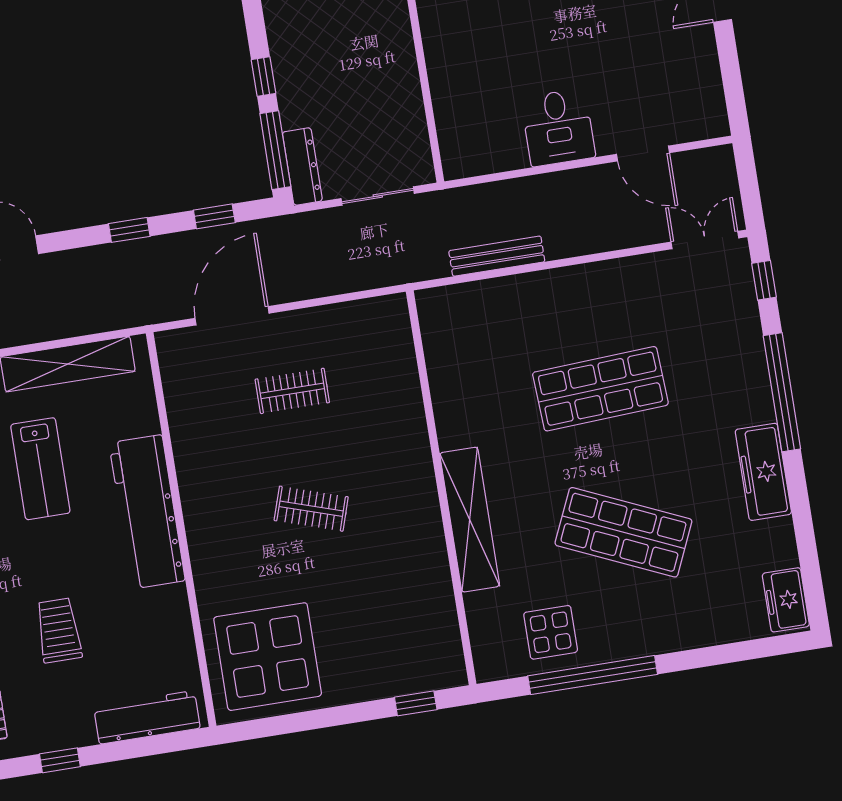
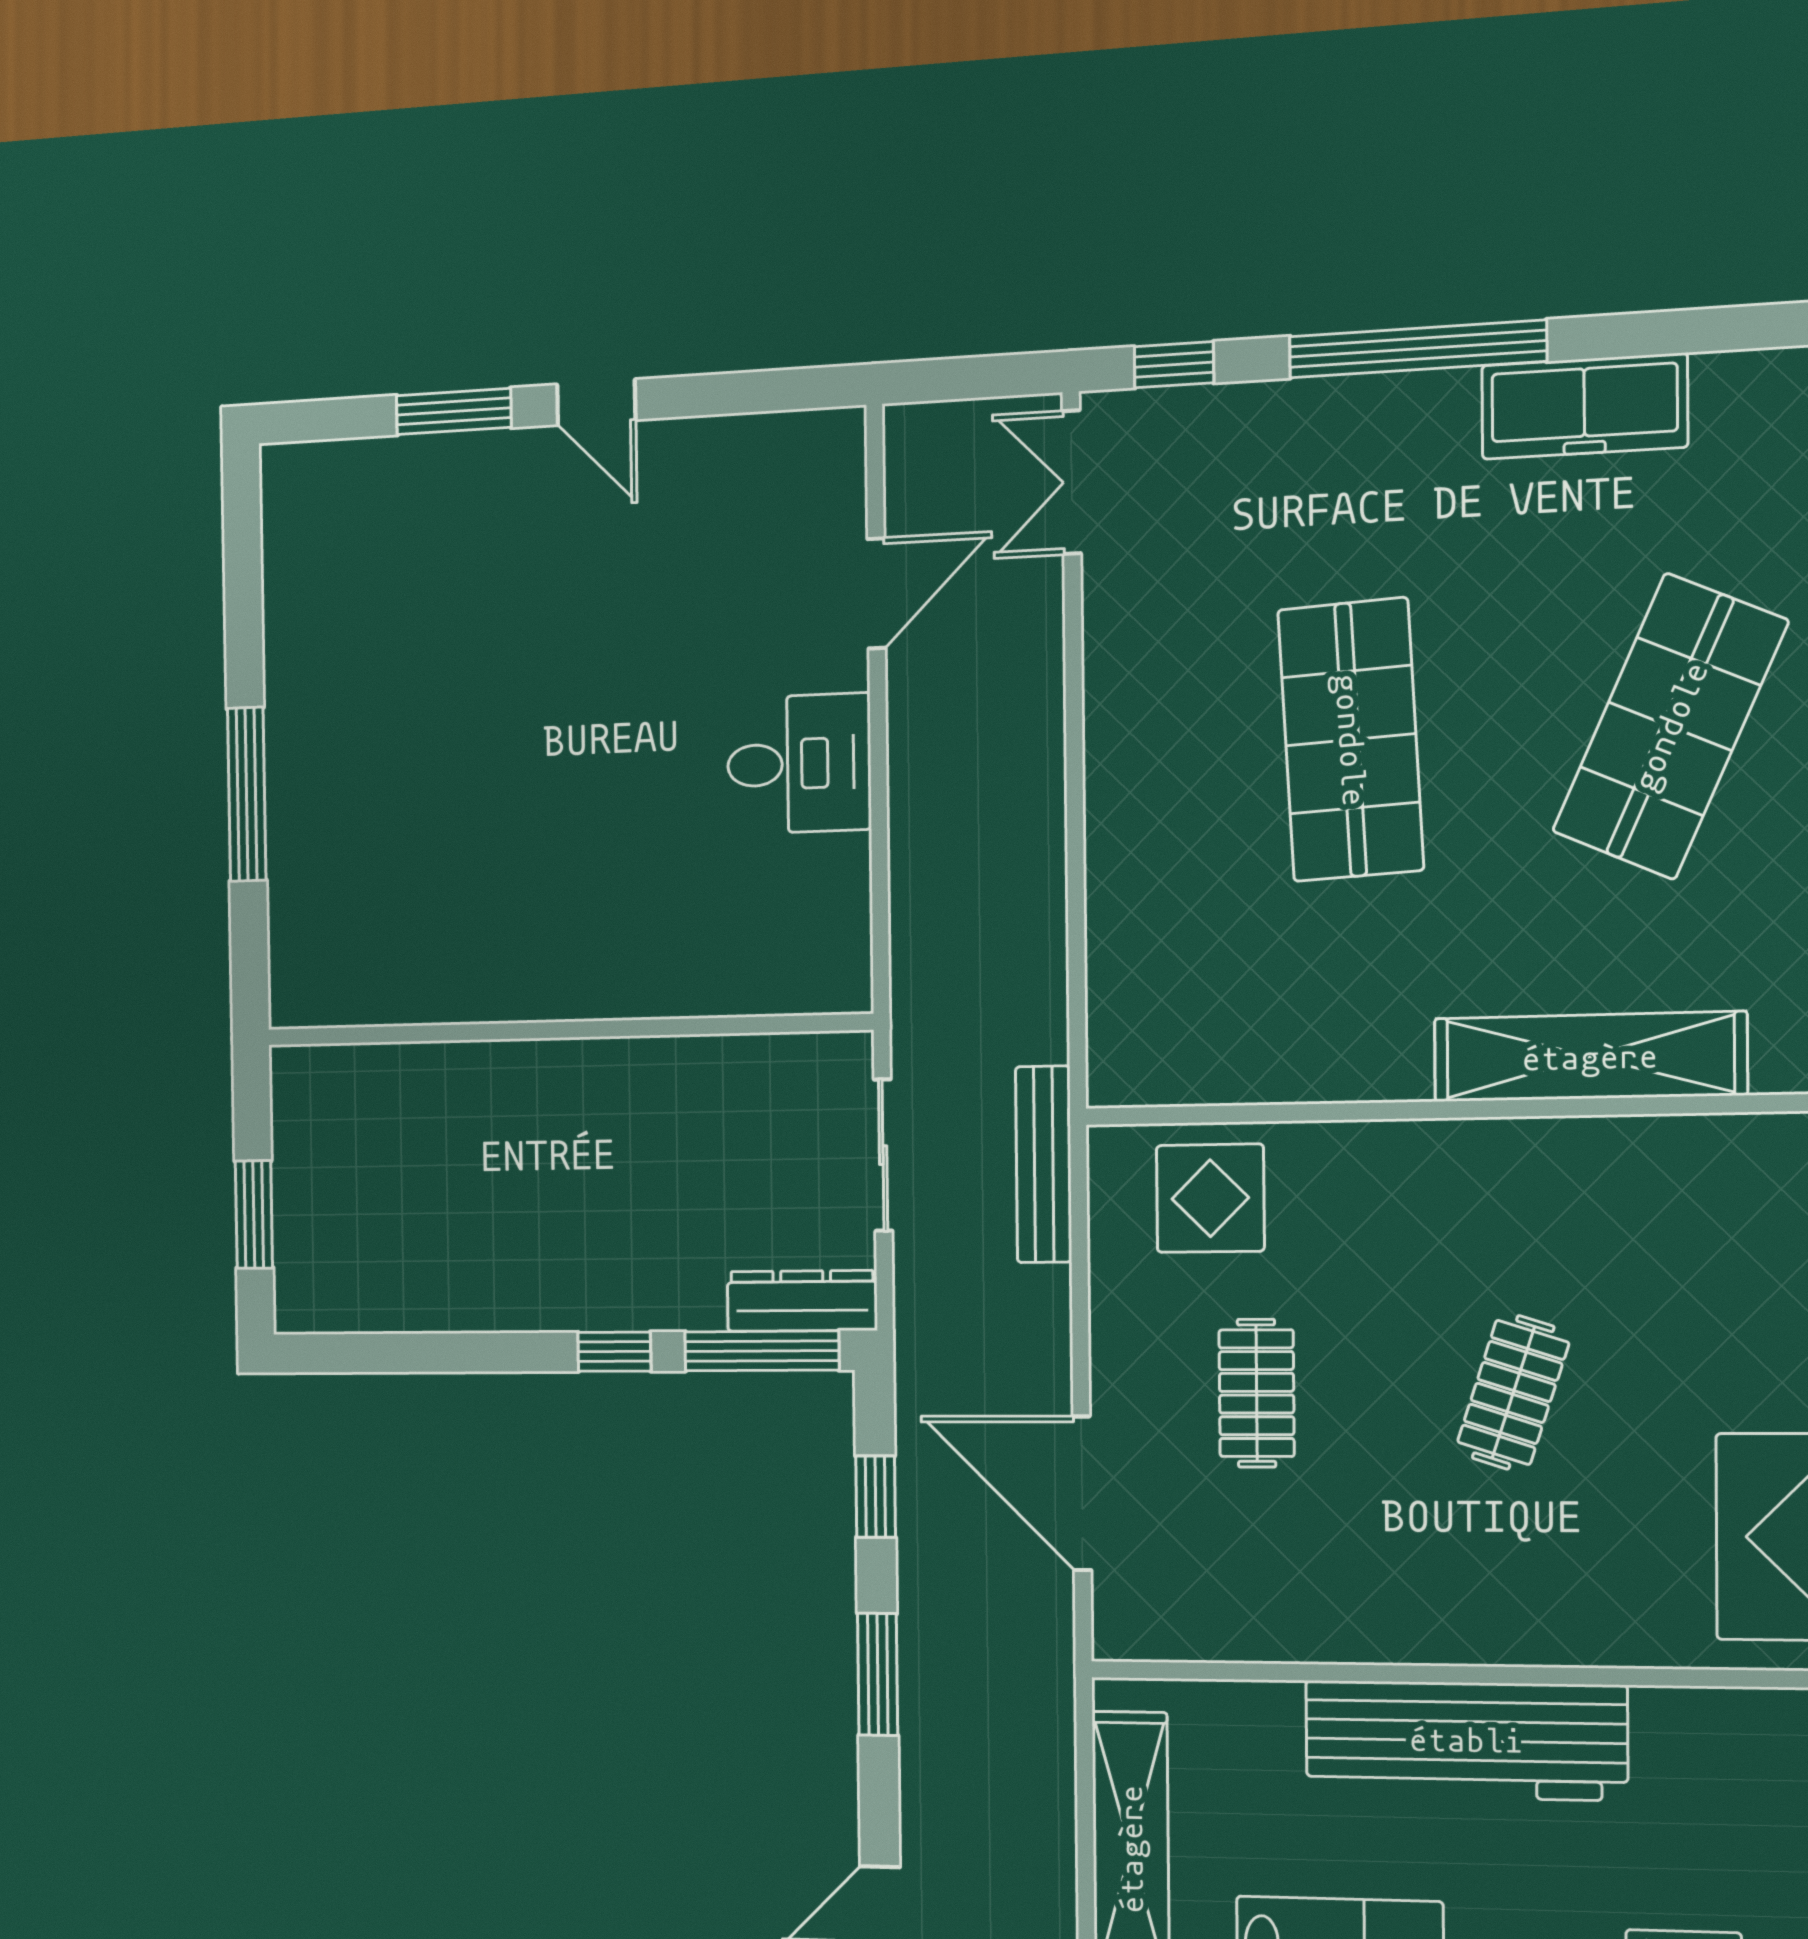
window: (129, 230) -> (878, 1674), width x1.50
bench: (497, 256) -> (1044, 1164), moved
display table: (380, 356) -> (1210, 1198), added

